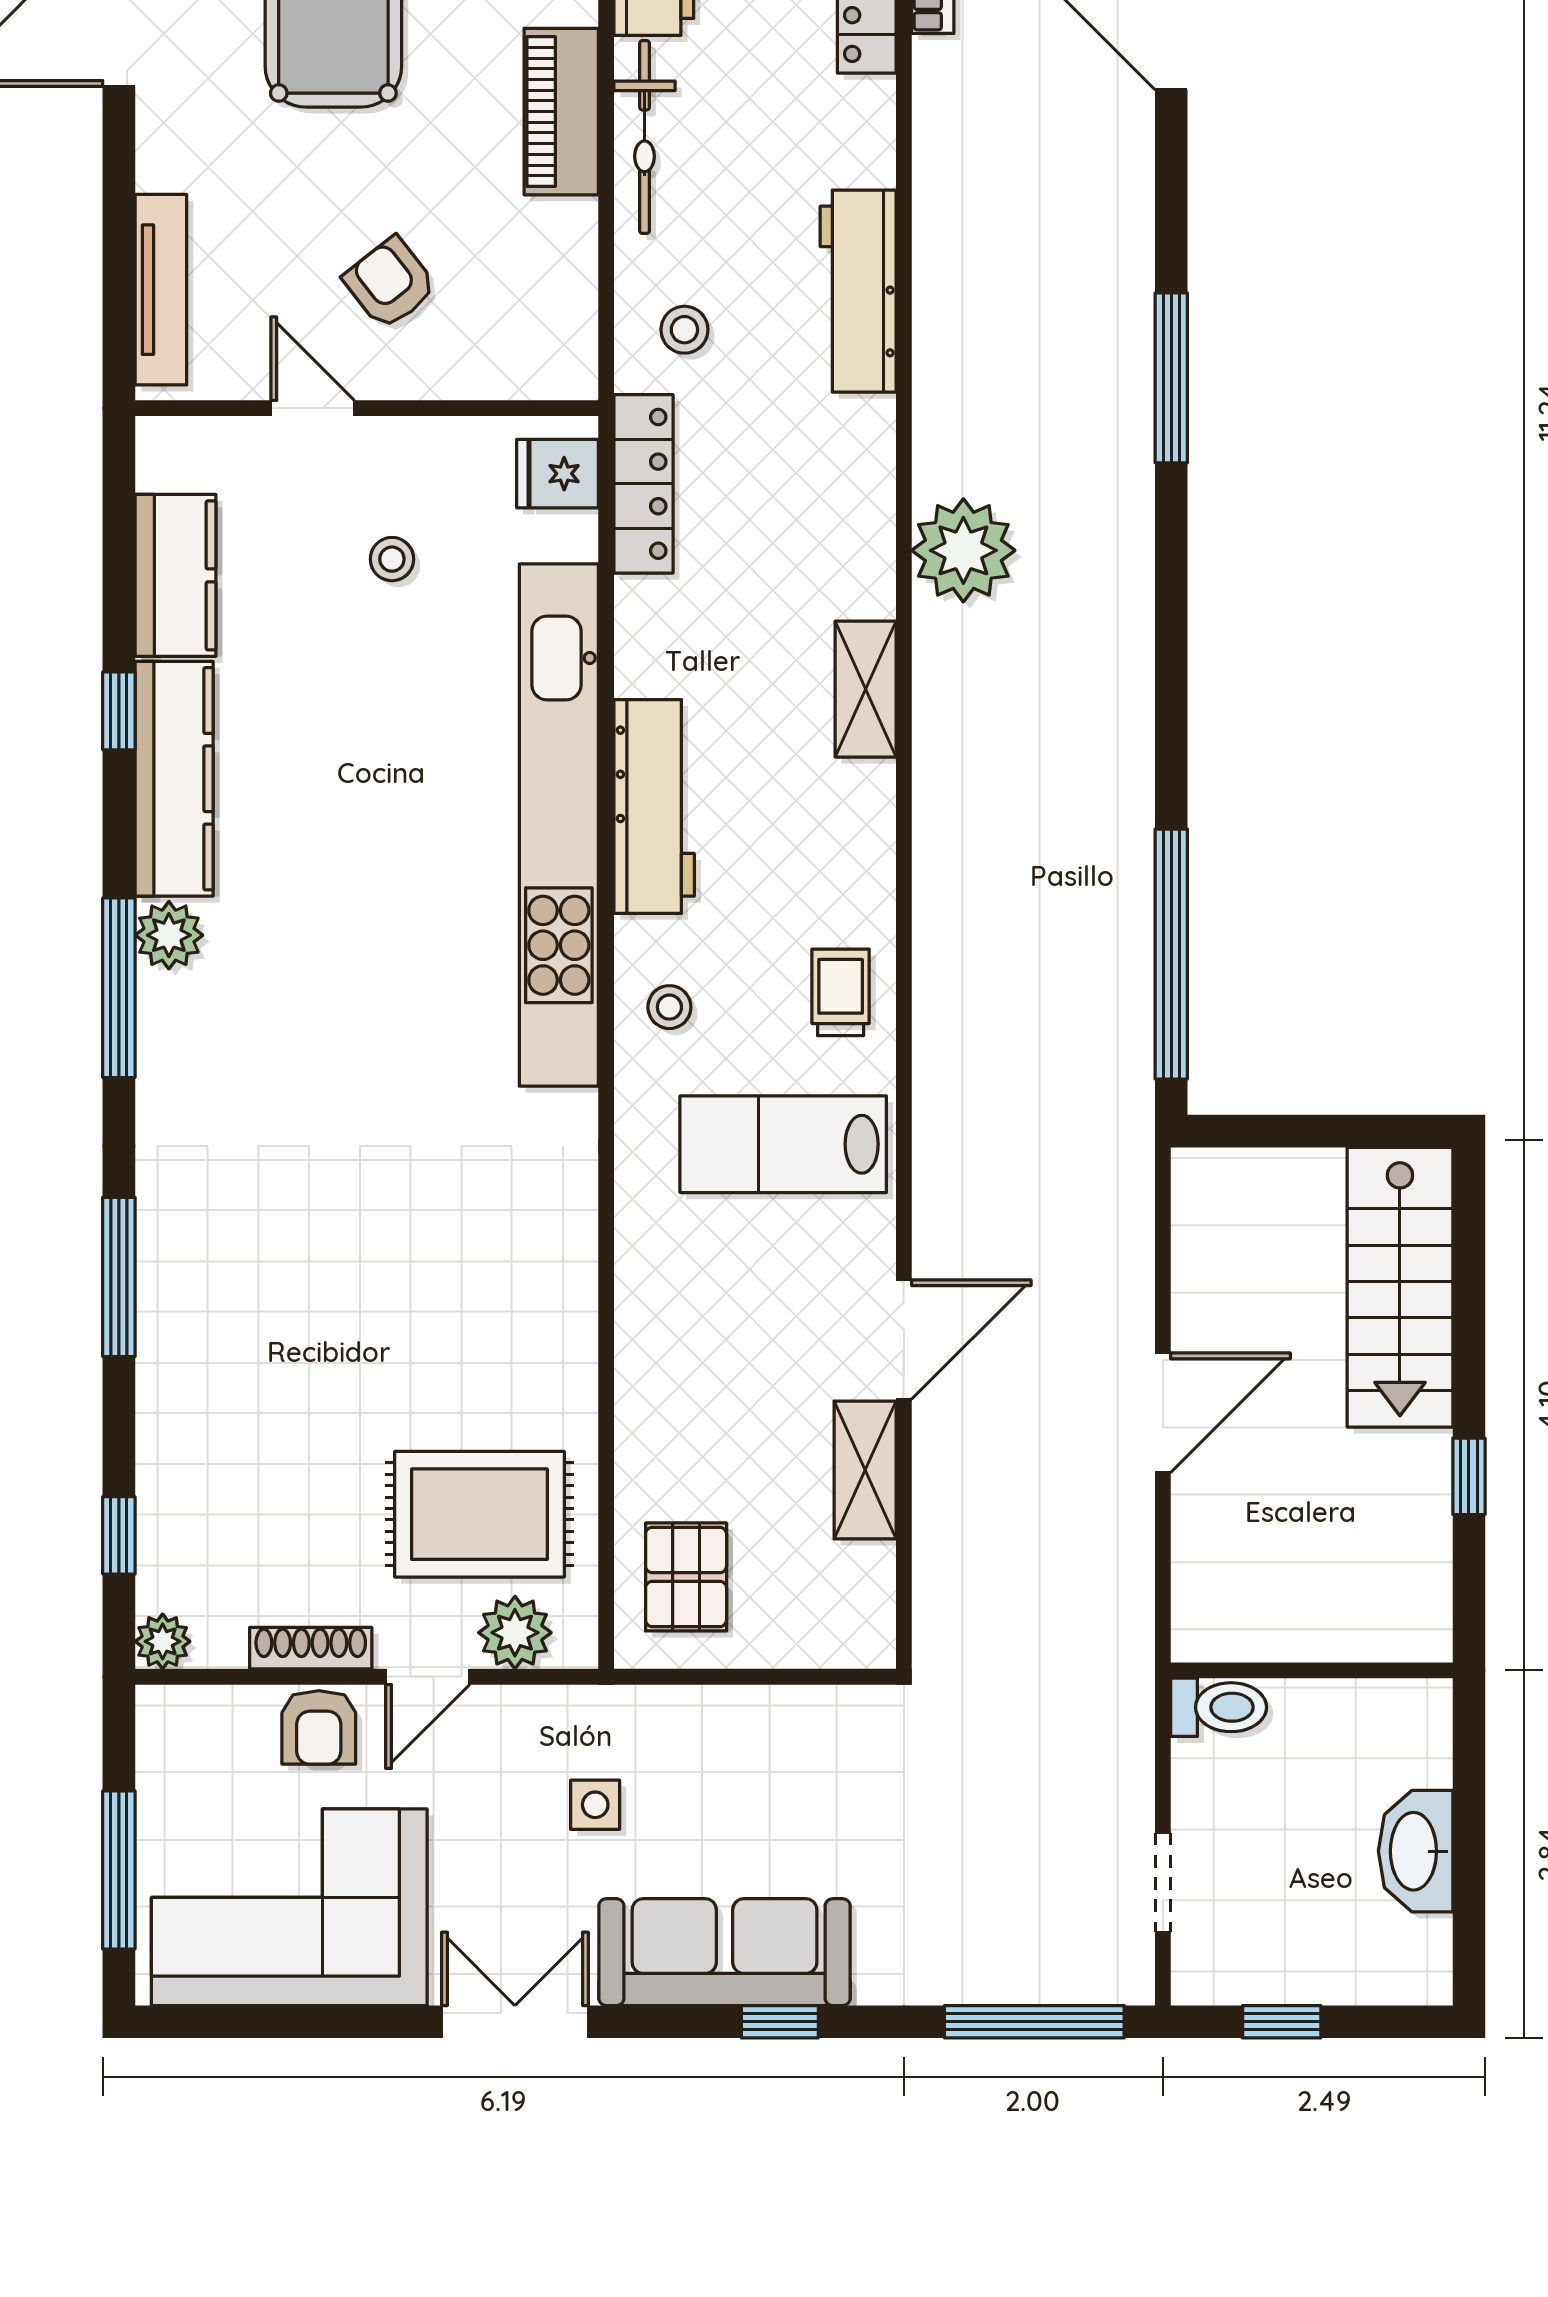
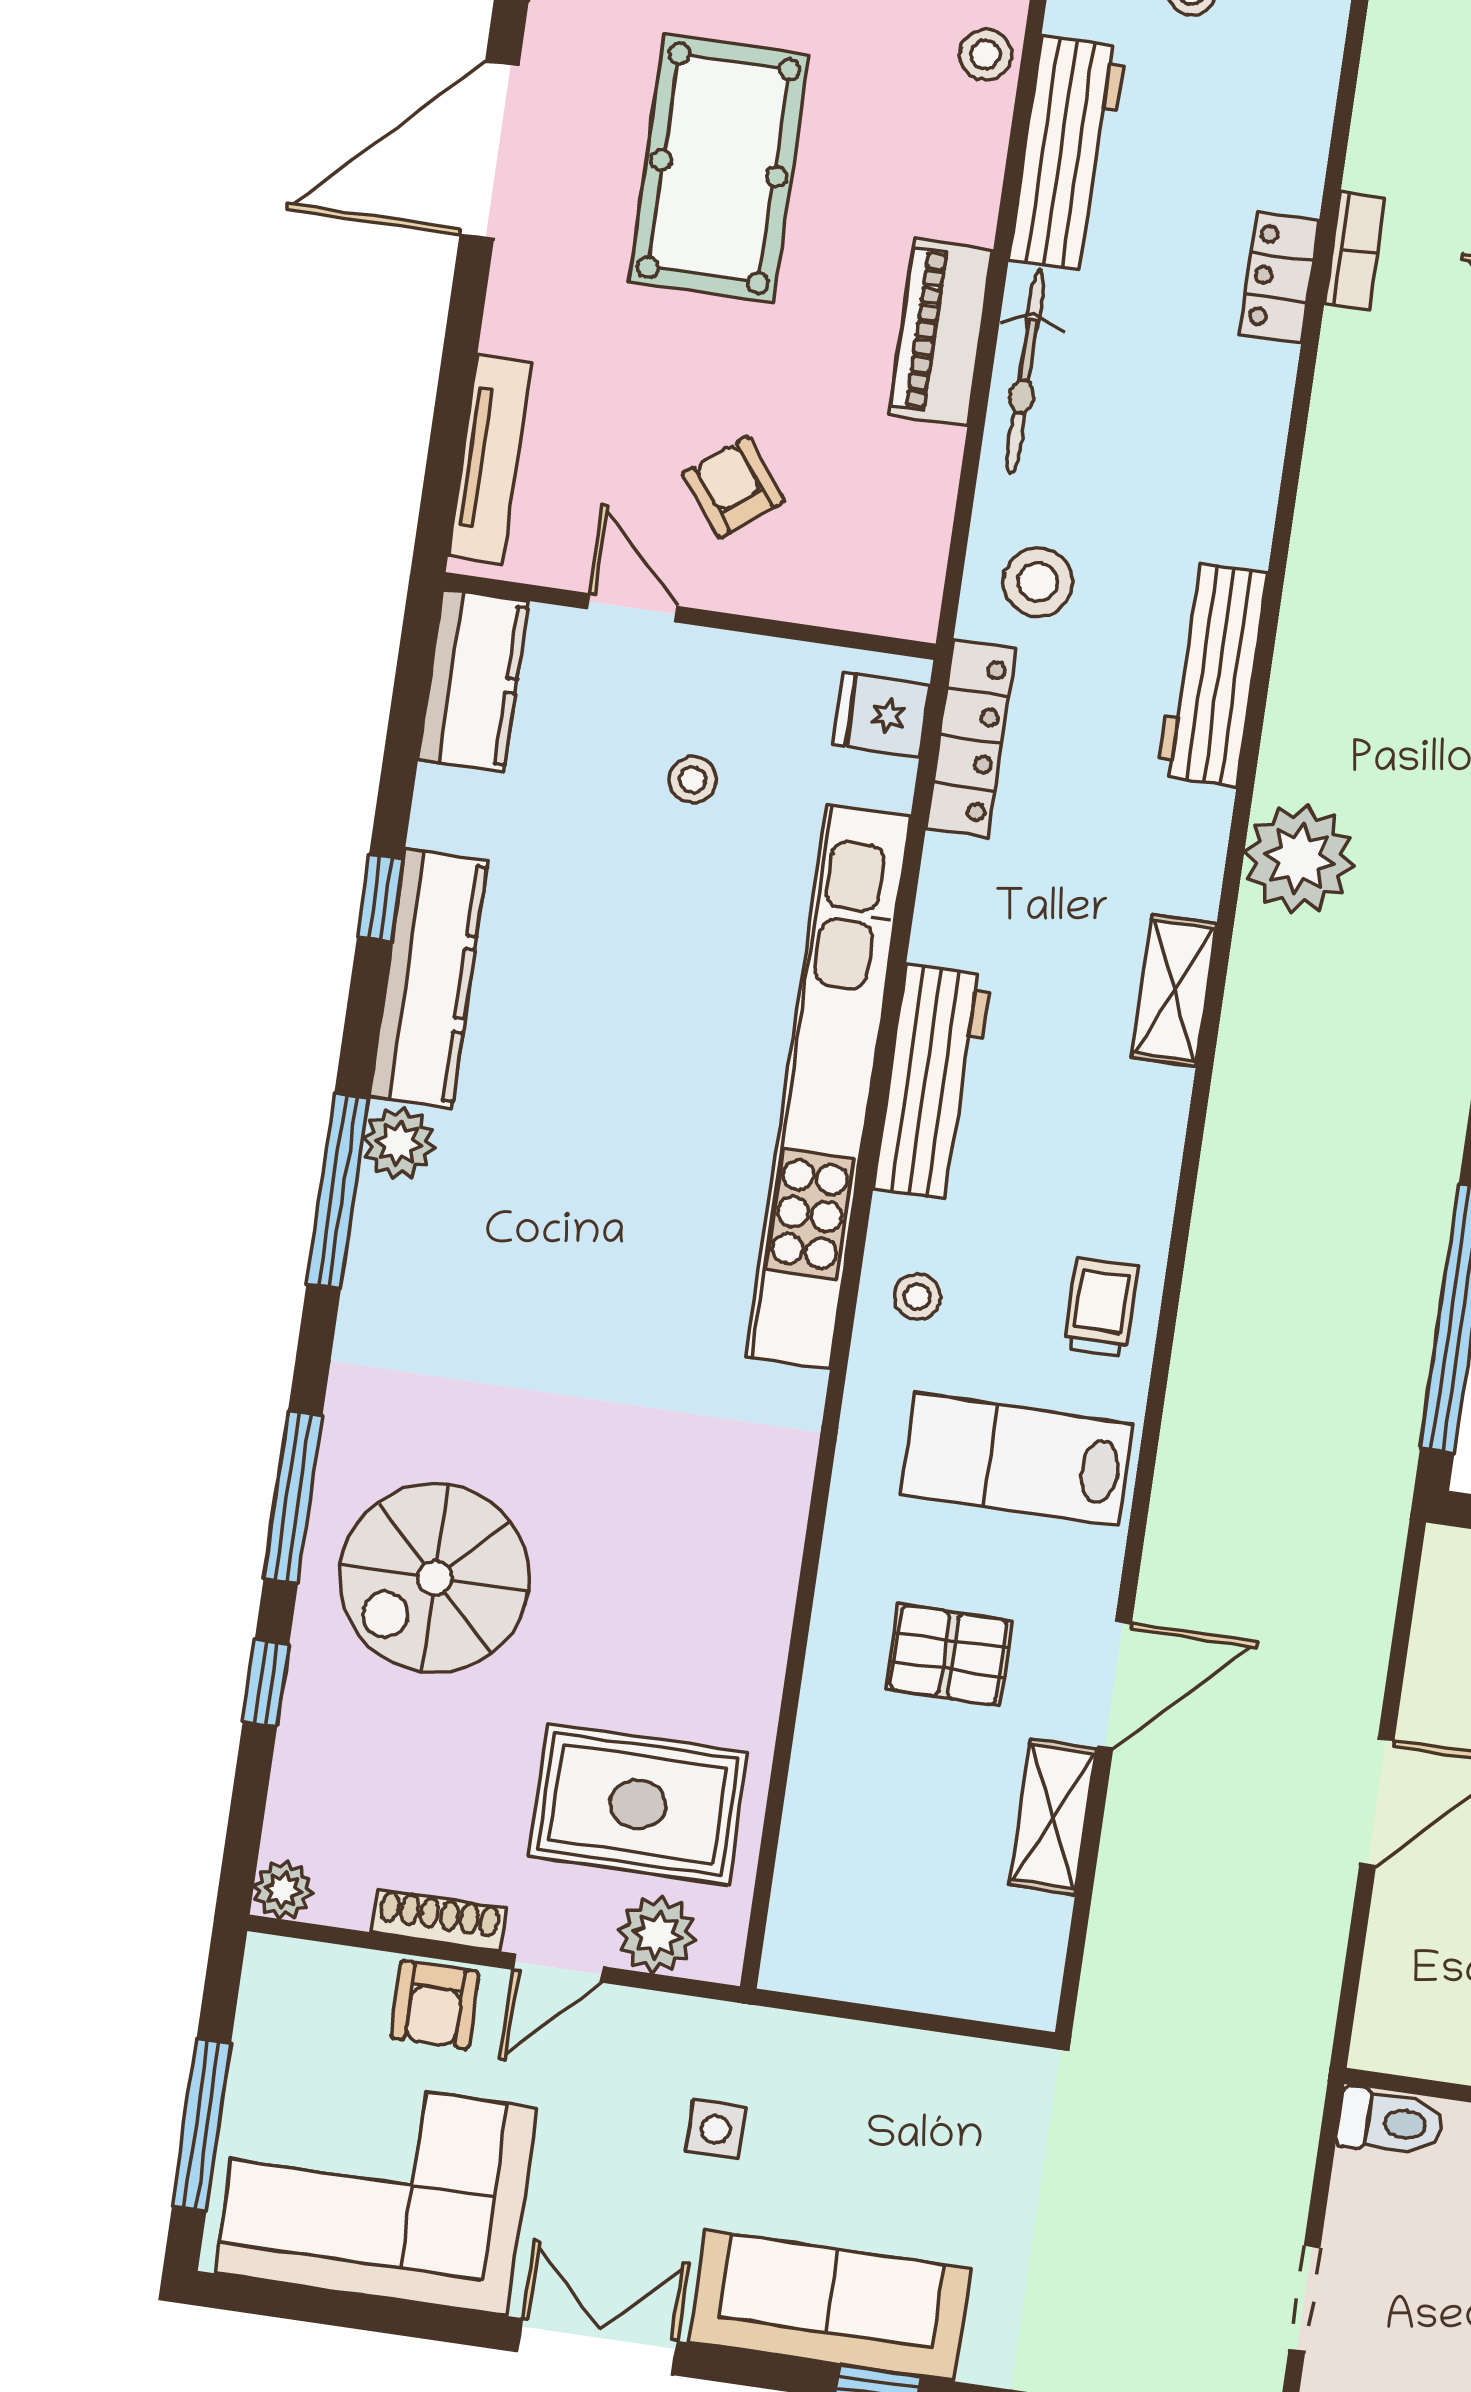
workbench: (858, 291) -> (1212, 674), moved
stool: (684, 330) -> (1038, 582), width x1.37, depth x1.37
kitchen counter: (175, 575) -> (473, 680), moved
spiral stairs: (261, 1332) -> (435, 1578), added
window: (119, 1535) -> (266, 1683), moved
pallet: (686, 1577) -> (949, 1655), moved, turned 90

